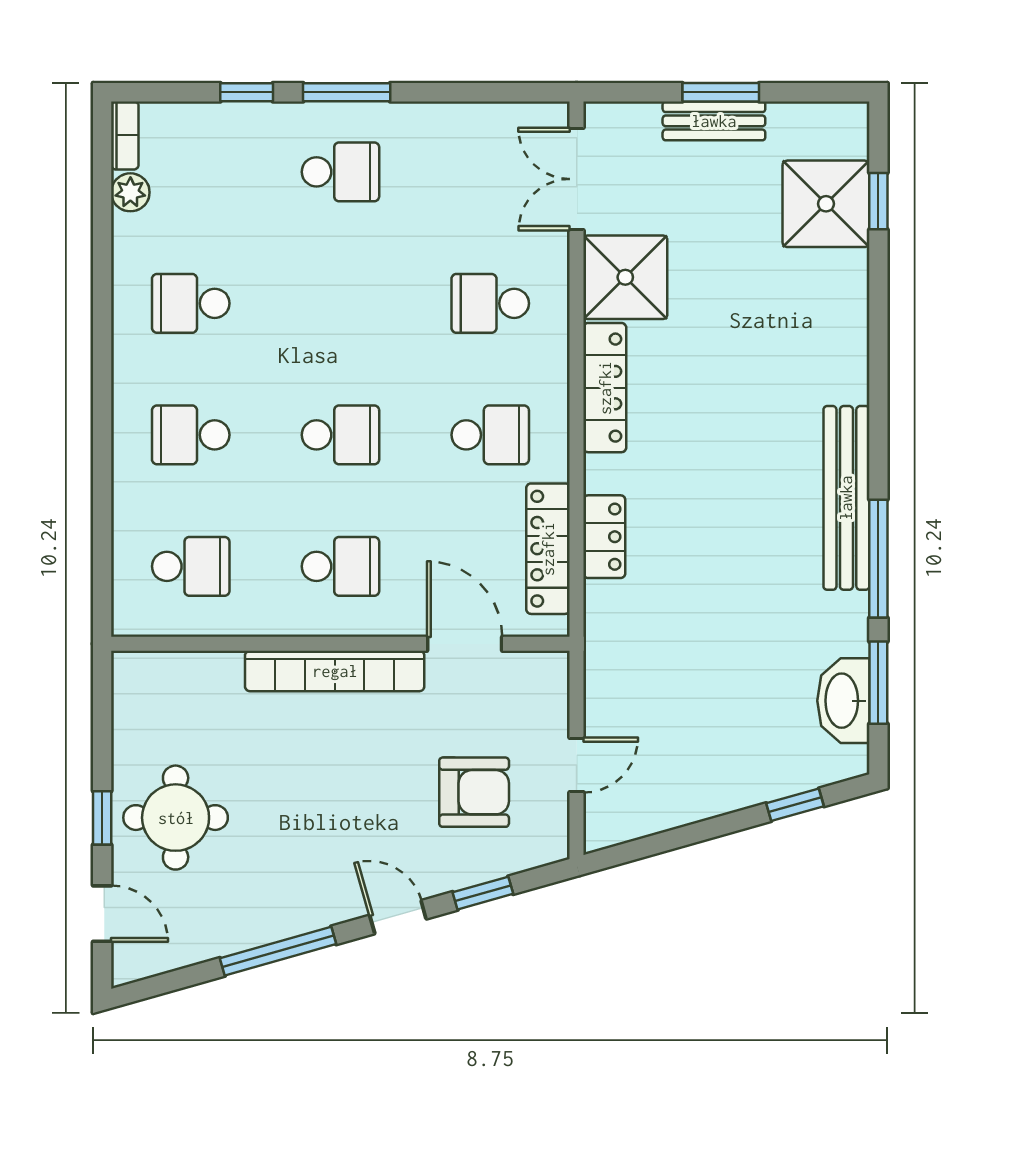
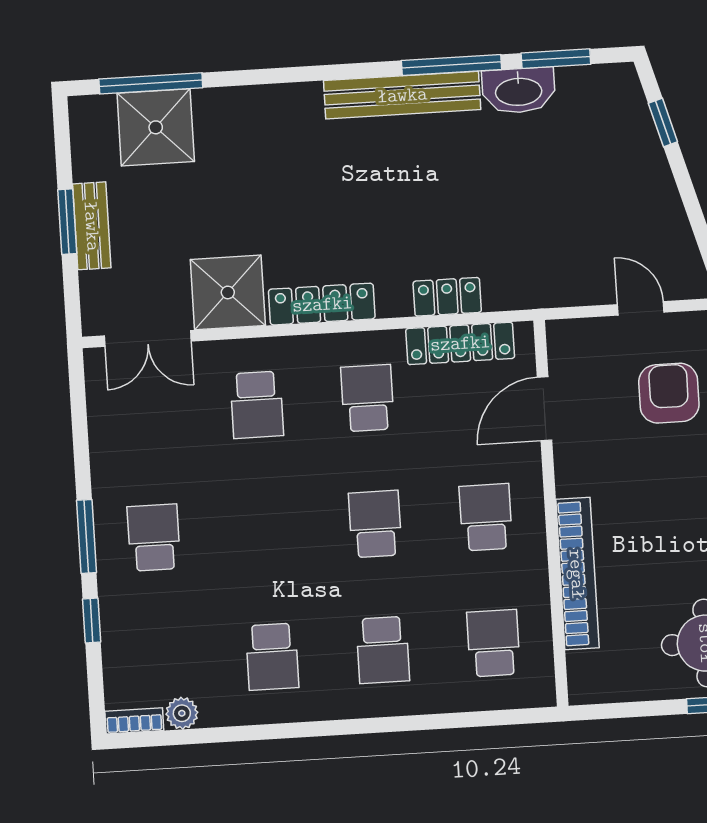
window: (878, 201) -> (151, 83), width x2.17
bookcase: (335, 671) -> (577, 574), moved
washbasin: (843, 701) -> (519, 91), moved

